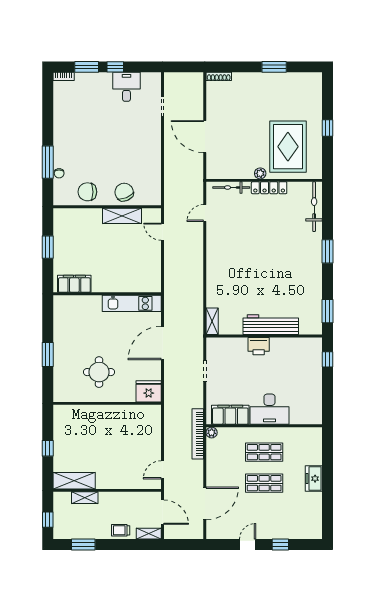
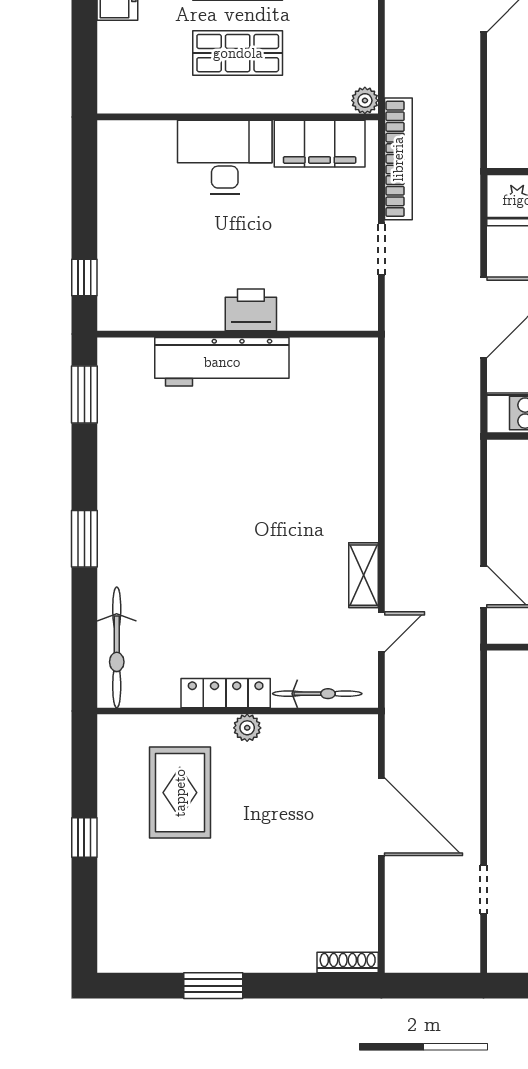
rug: (288, 147) -> (180, 793), width x0.73, depth x0.69
shelving: (212, 321) -> (364, 575), moved
bookcase: (198, 434) -> (398, 159), moved

